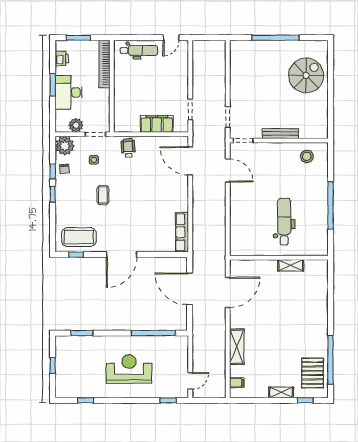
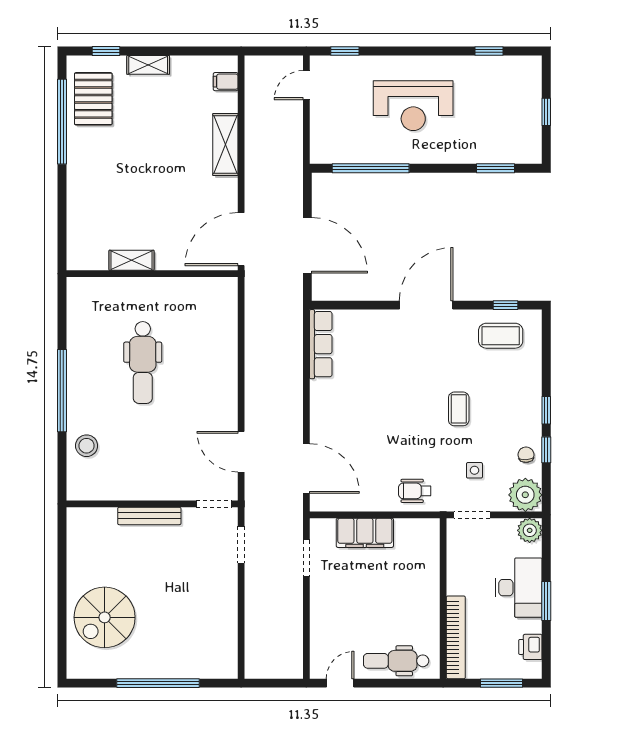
plant: (76, 125) -> (530, 530), moved
wheelchair: (128, 148) -> (415, 491), turned 94
stool: (307, 156) -> (87, 446), moved
coffee table: (79, 237) -> (501, 336), width x0.73, depth x0.76
wall: (279, 258) -> (152, 274), moved
shelving: (291, 265) -> (131, 260), moved

